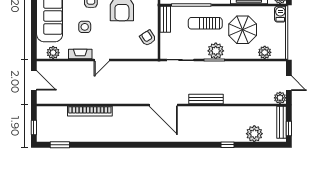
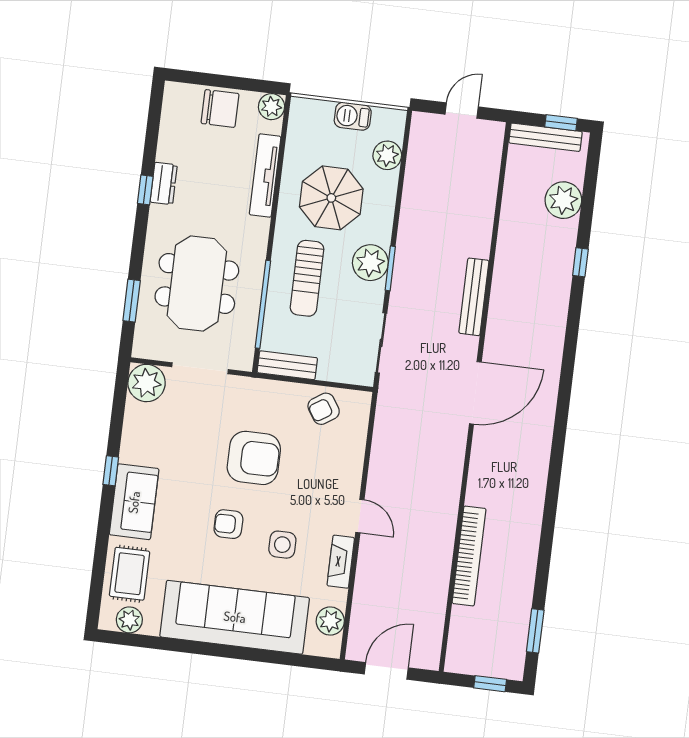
barbecue: (280, 14) -> (353, 116), moved
plant: (280, 98) -> (491, 134), removed

